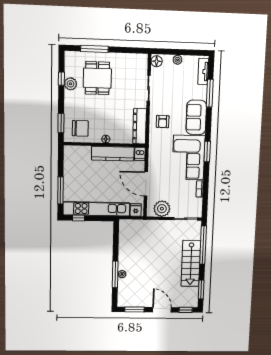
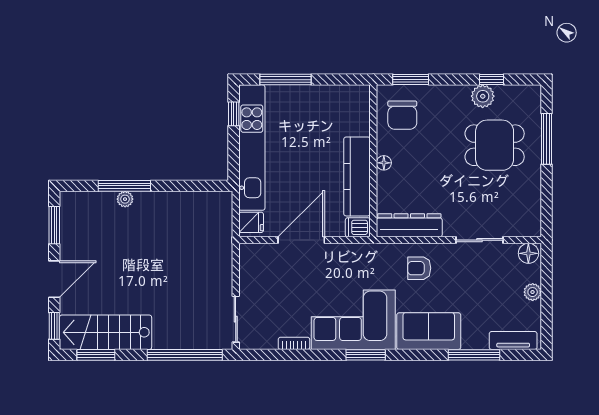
plant: (162, 209) -> (255, 272), removed
stairs: (191, 263) -> (106, 332), moved

